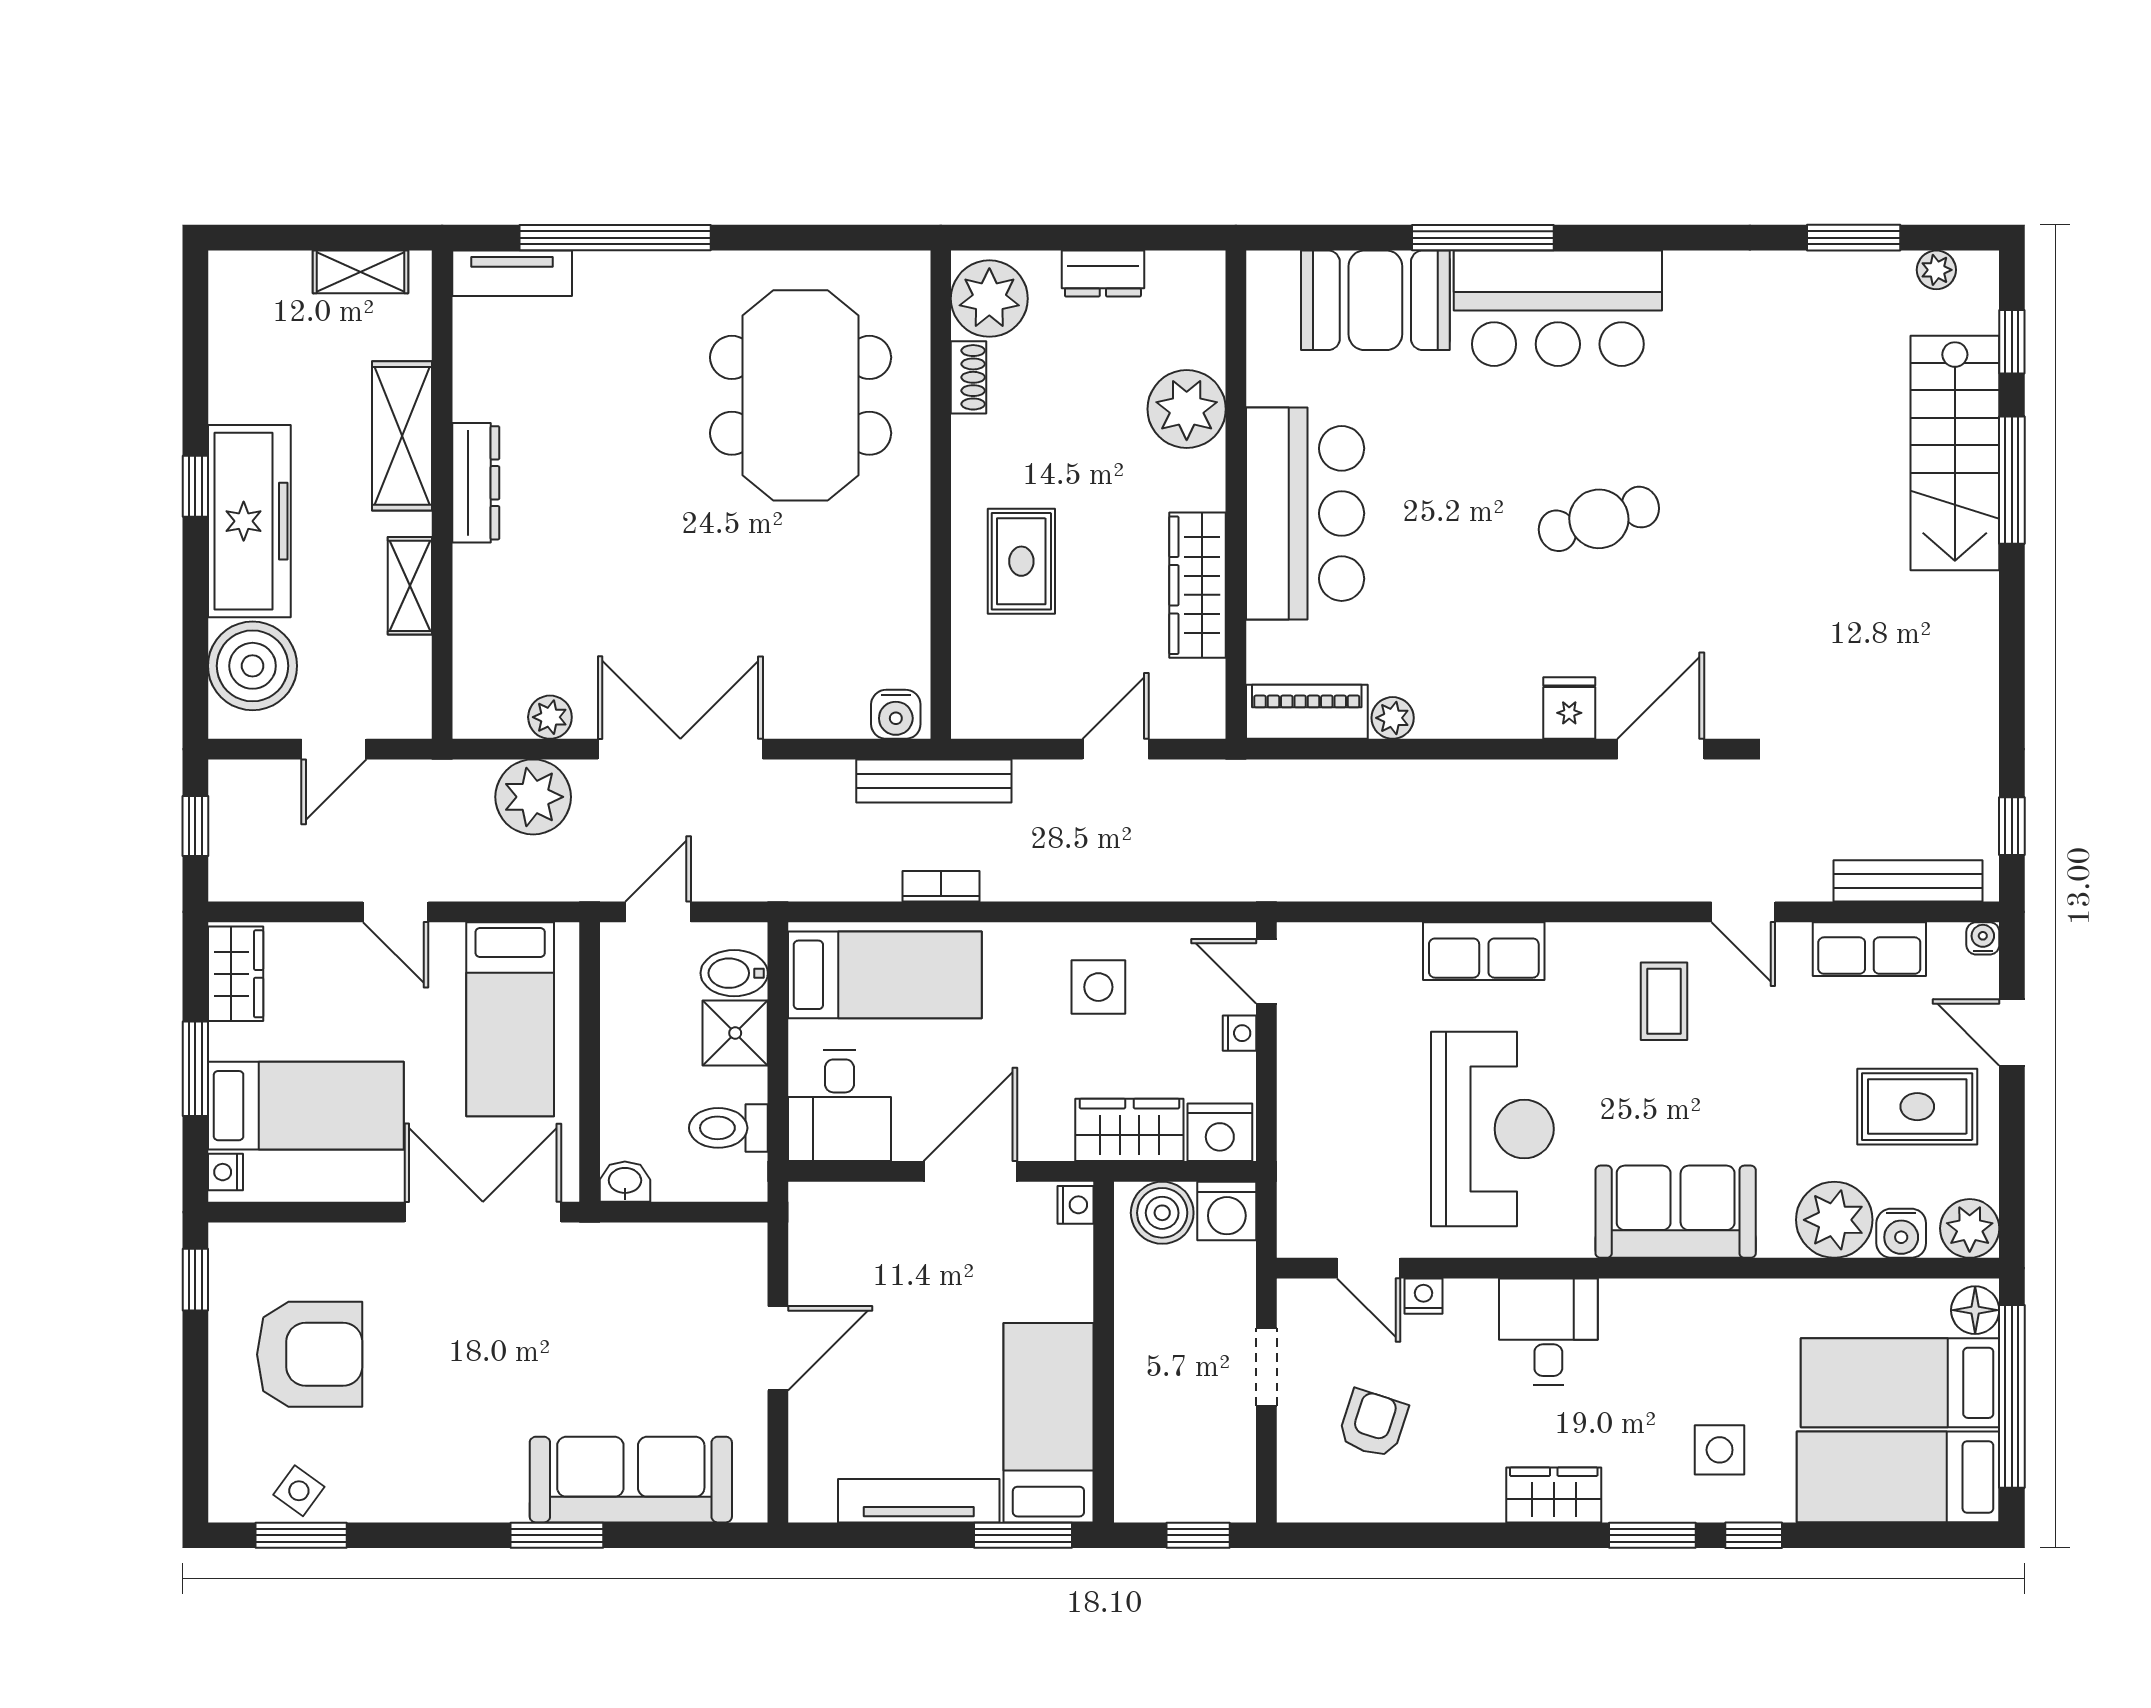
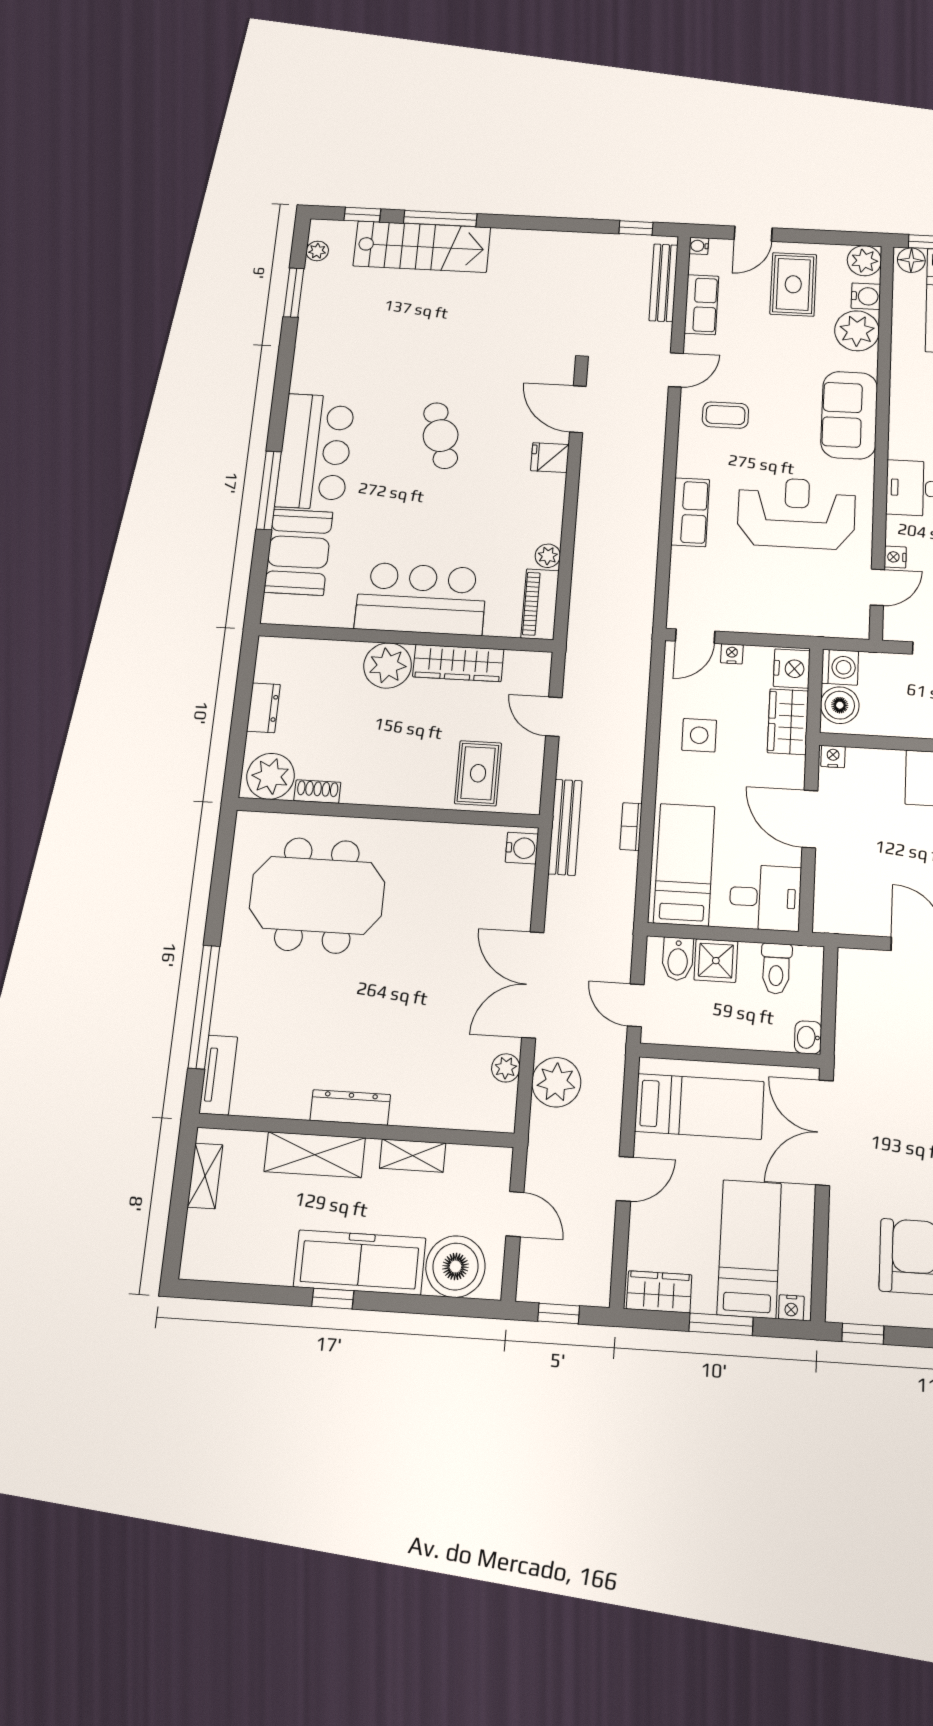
plant: (1187, 409) -> (388, 665), moved
rug: (1021, 561) -> (478, 773), moved, turned 90

